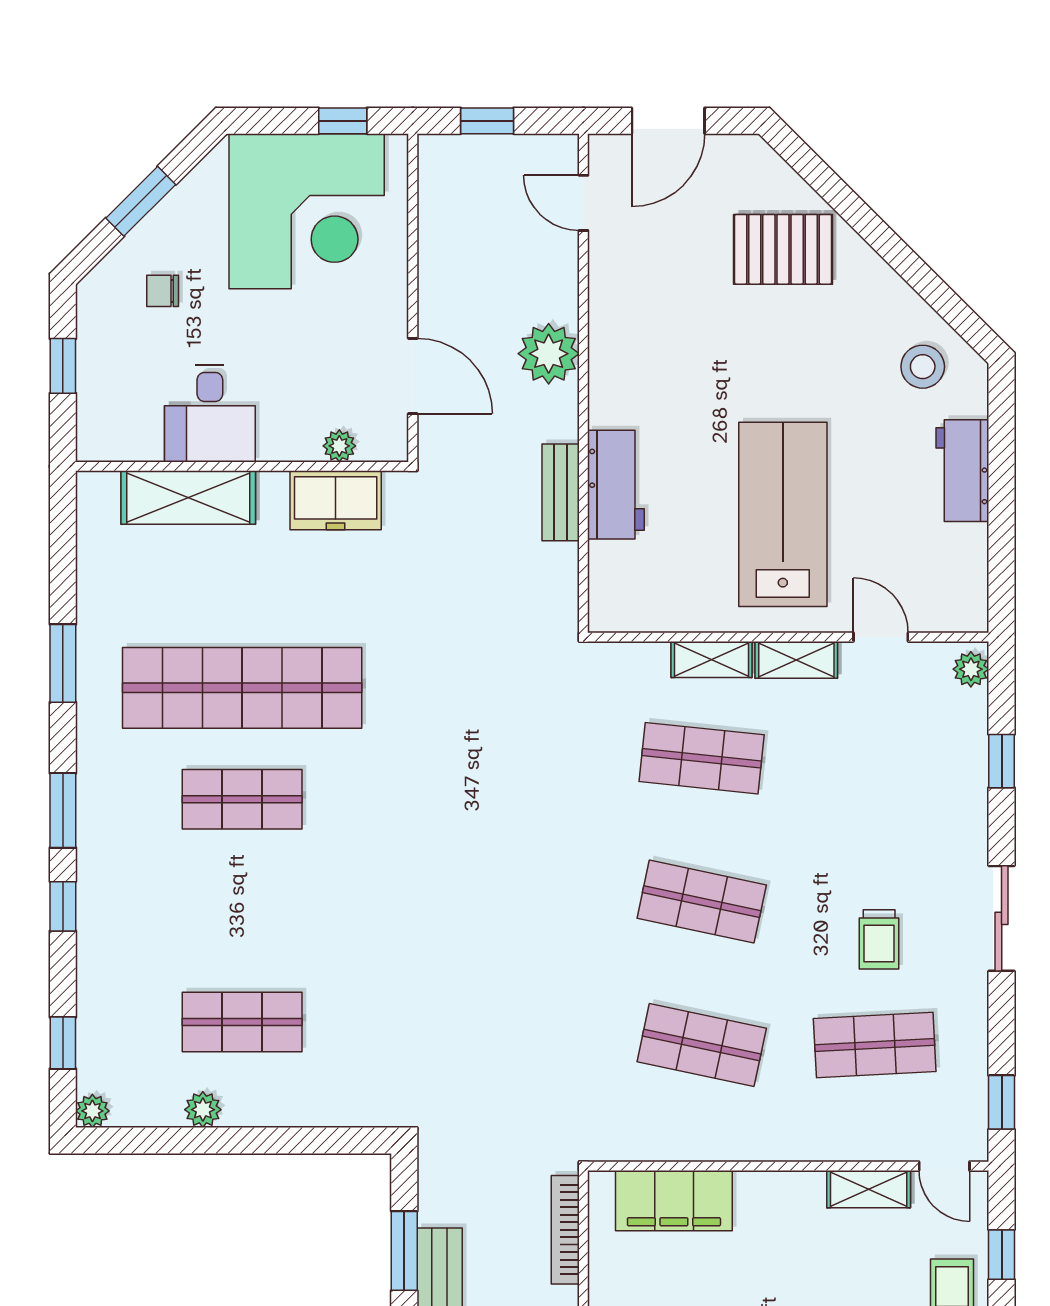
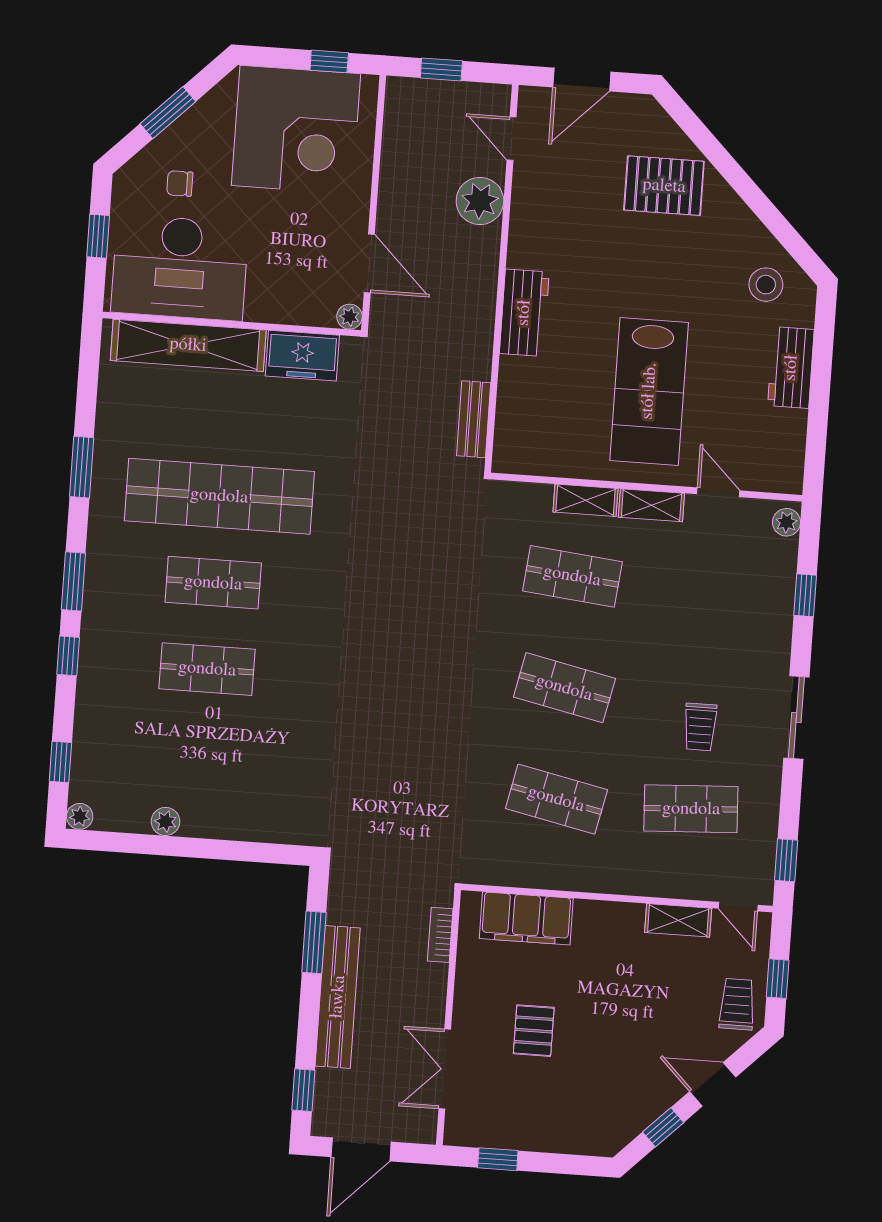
plant: (549, 354) -> (480, 201), moved
desk: (210, 413) -> (180, 268), width x1.87, depth x1.30
plant: (339, 446) -> (350, 317), moved
workbench: (616, 485) -> (524, 313), moved
bench: (561, 492) -> (474, 419), moved
shelving: (188, 498) -> (188, 345), width x1.47
lab bench: (783, 514) -> (649, 391), turned 180
shop shelf: (242, 1022) -> (207, 669), moved
bookcase: (565, 1230) -> (440, 935), width x0.64

